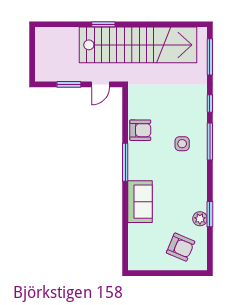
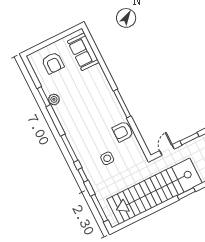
side table: (182, 144) -> (107, 158), moved
sofa: (140, 202) -> (83, 52), moved
plant: (200, 219) -> (54, 99), moved
armchair: (181, 247) -> (53, 63), turned -113

